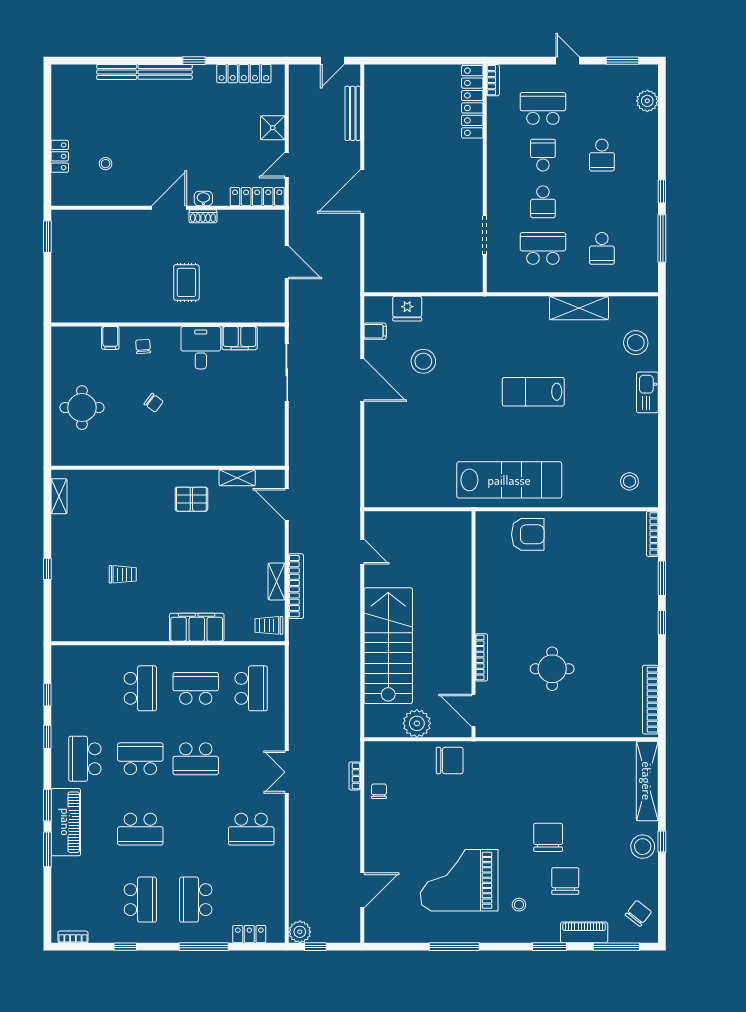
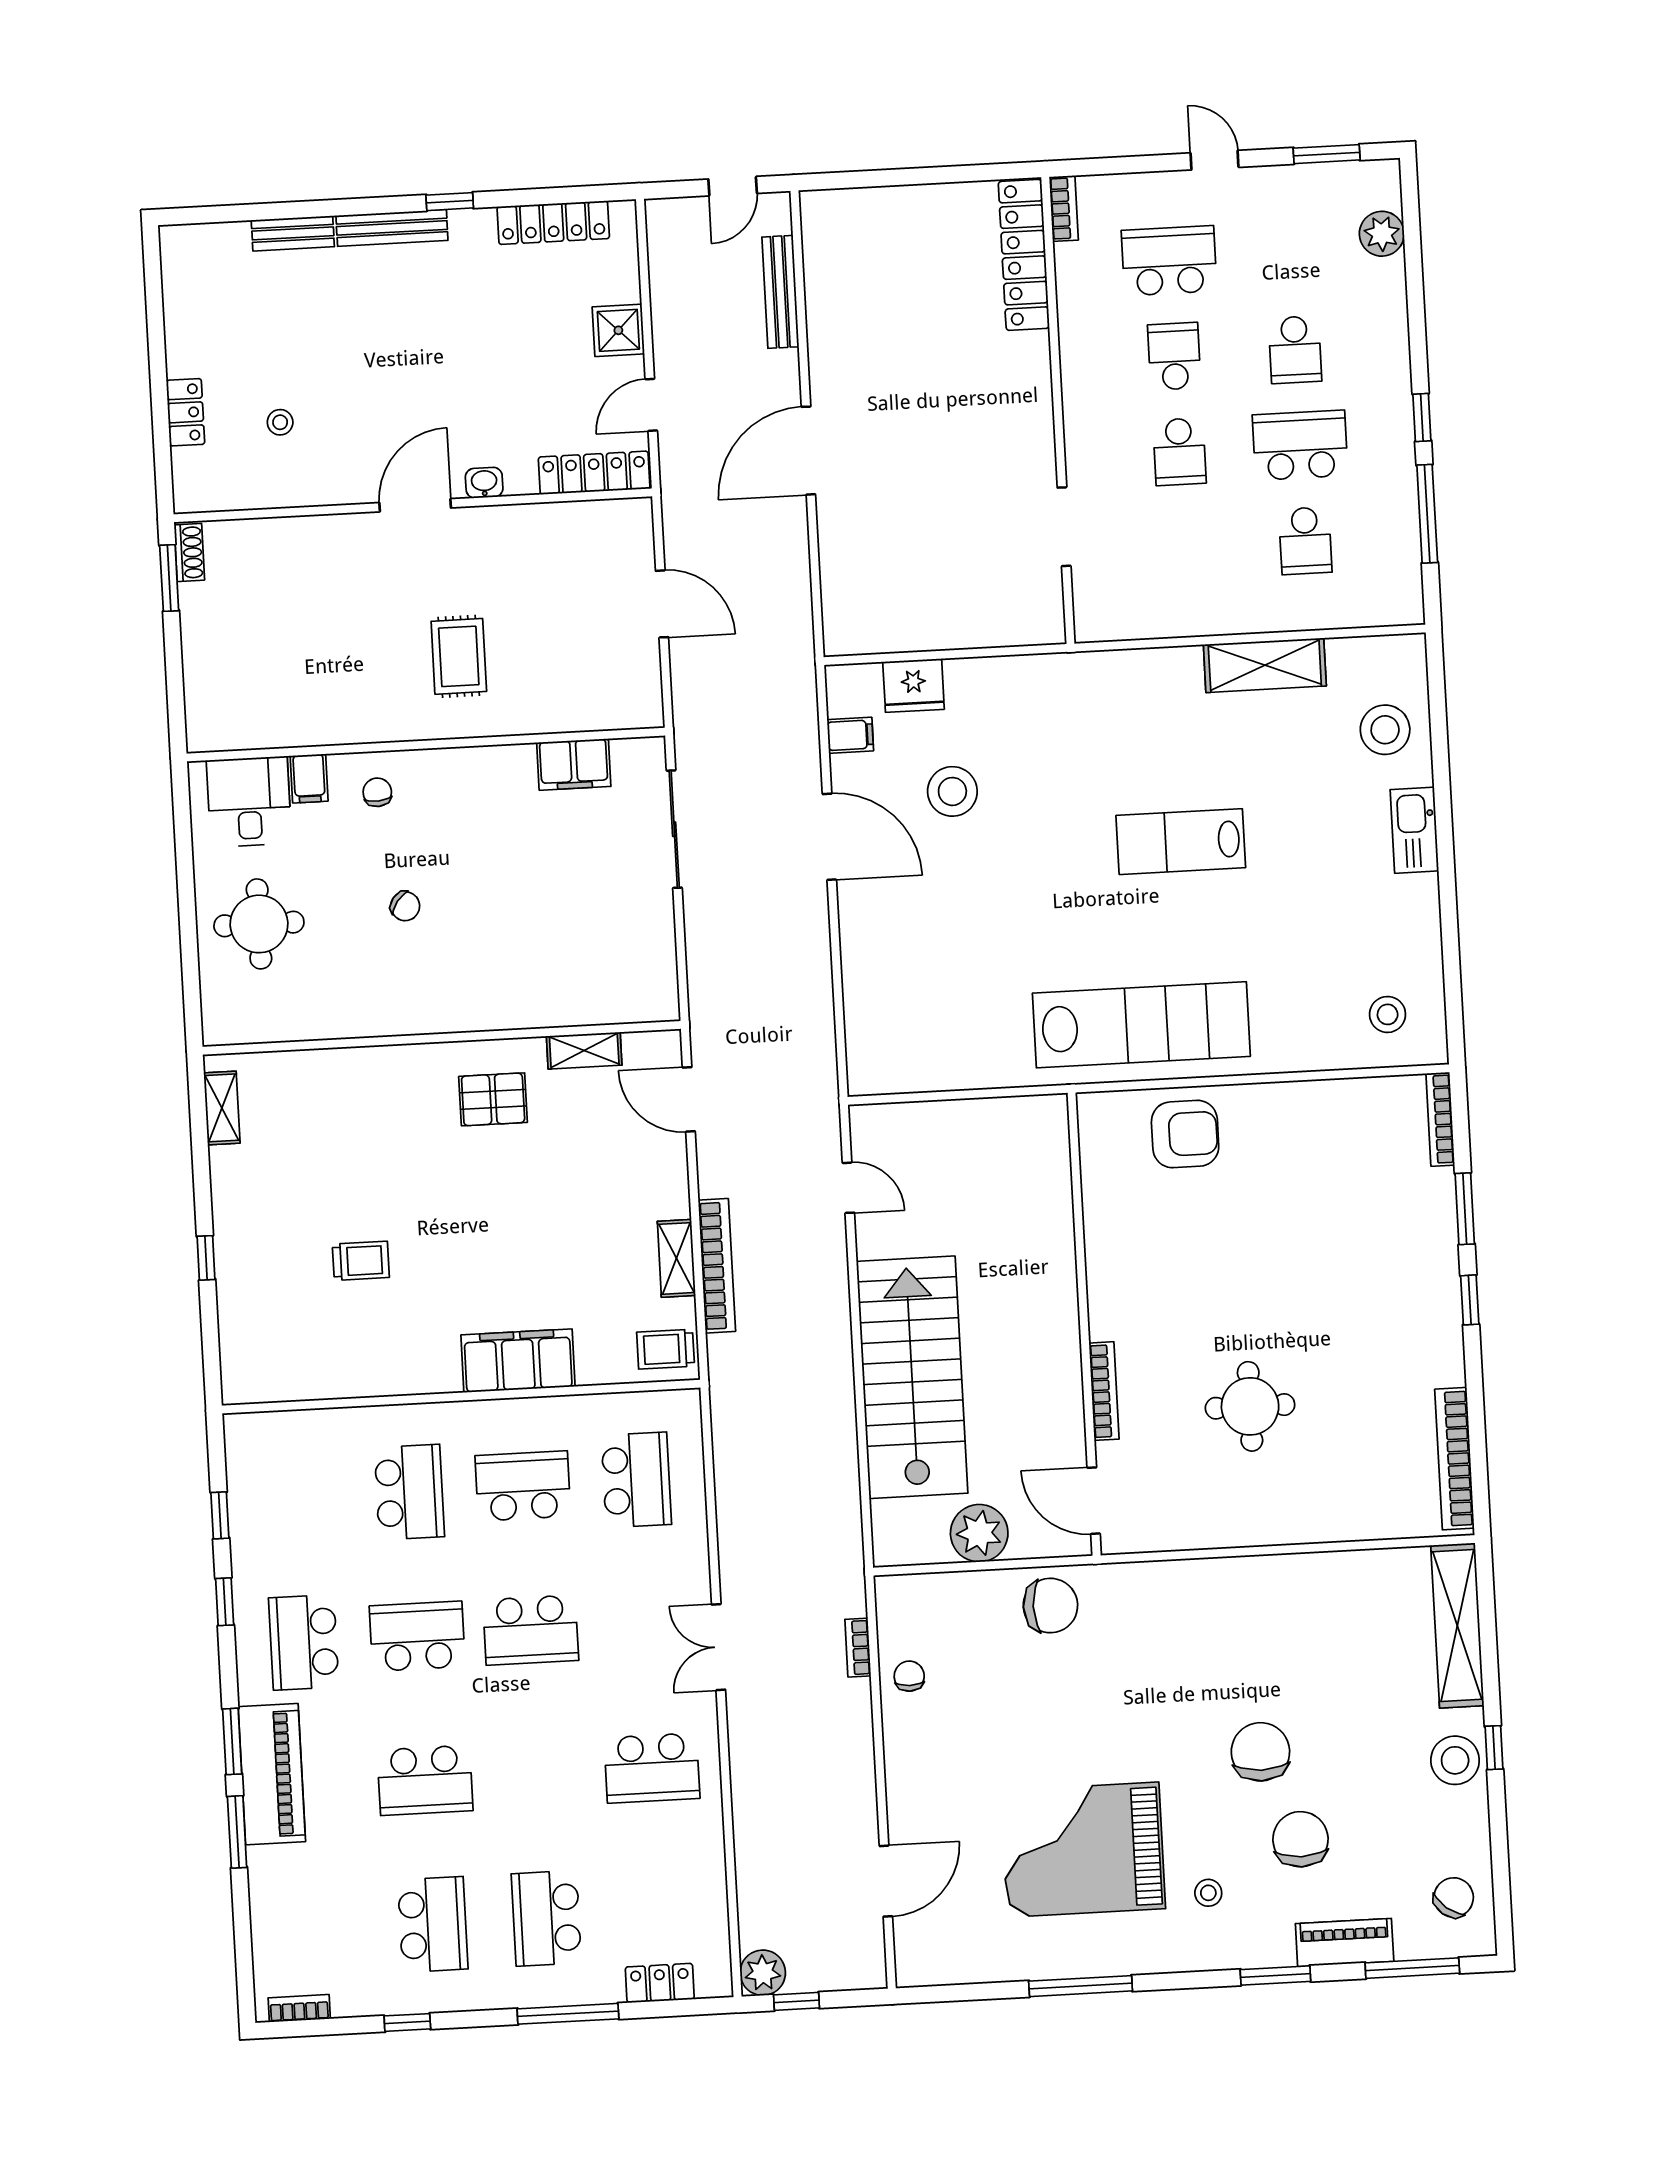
shoe rack: (203, 216) -> (189, 553), moved, turned -90
school desk: (543, 248) -> (1300, 445), moved
desk: (201, 348) -> (249, 802), moved

